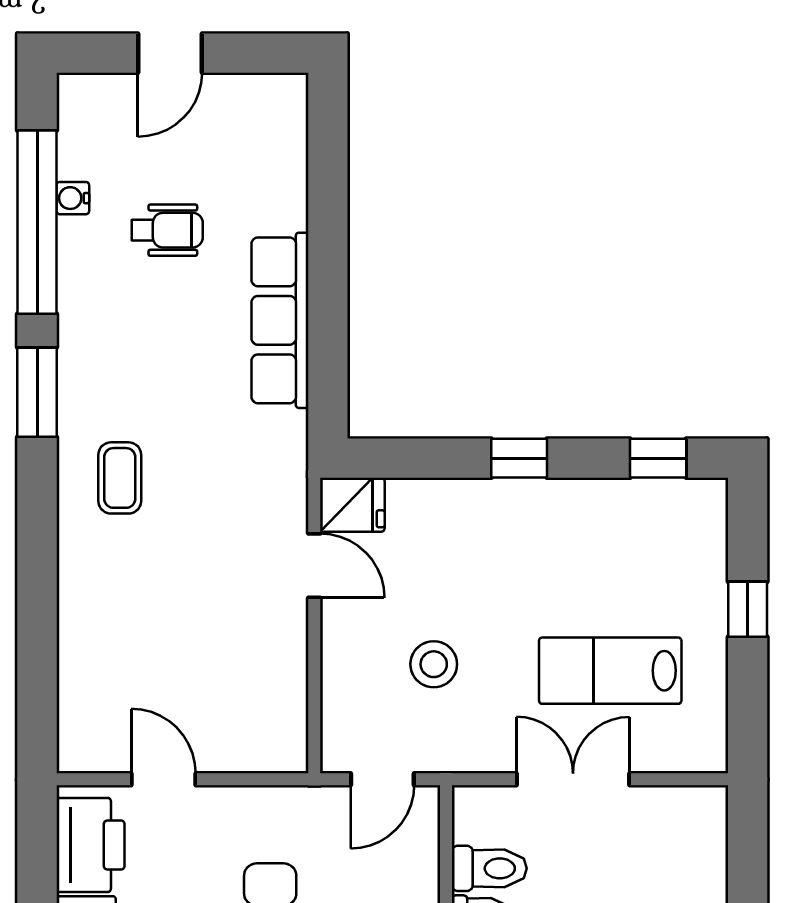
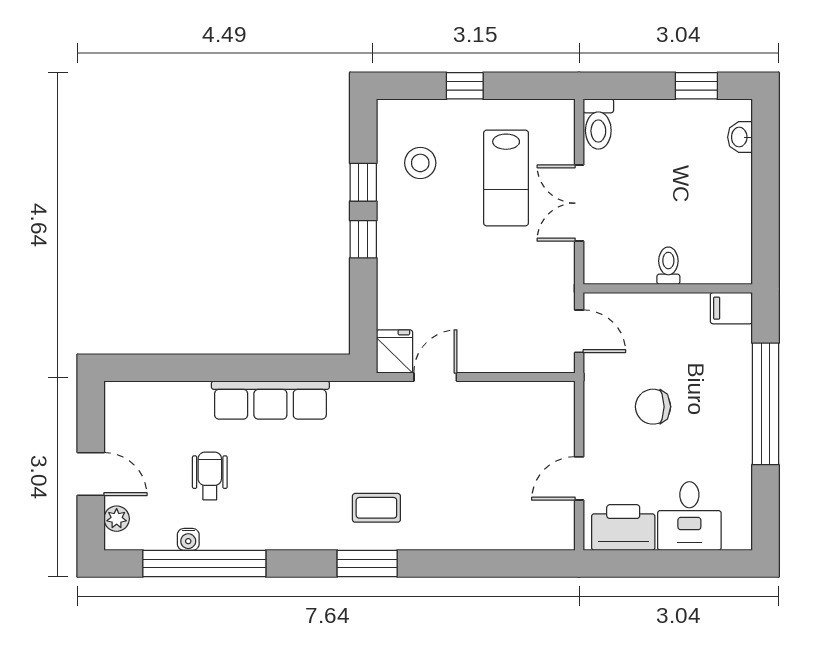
plant: (104, 92) -> (117, 519), added
window: (37, 392) -> (367, 563), moved
window: (658, 458) -> (363, 182), moved
stool: (434, 664) -> (420, 163), moved
toilet: (489, 868) -> (598, 124), moved, turned 180

